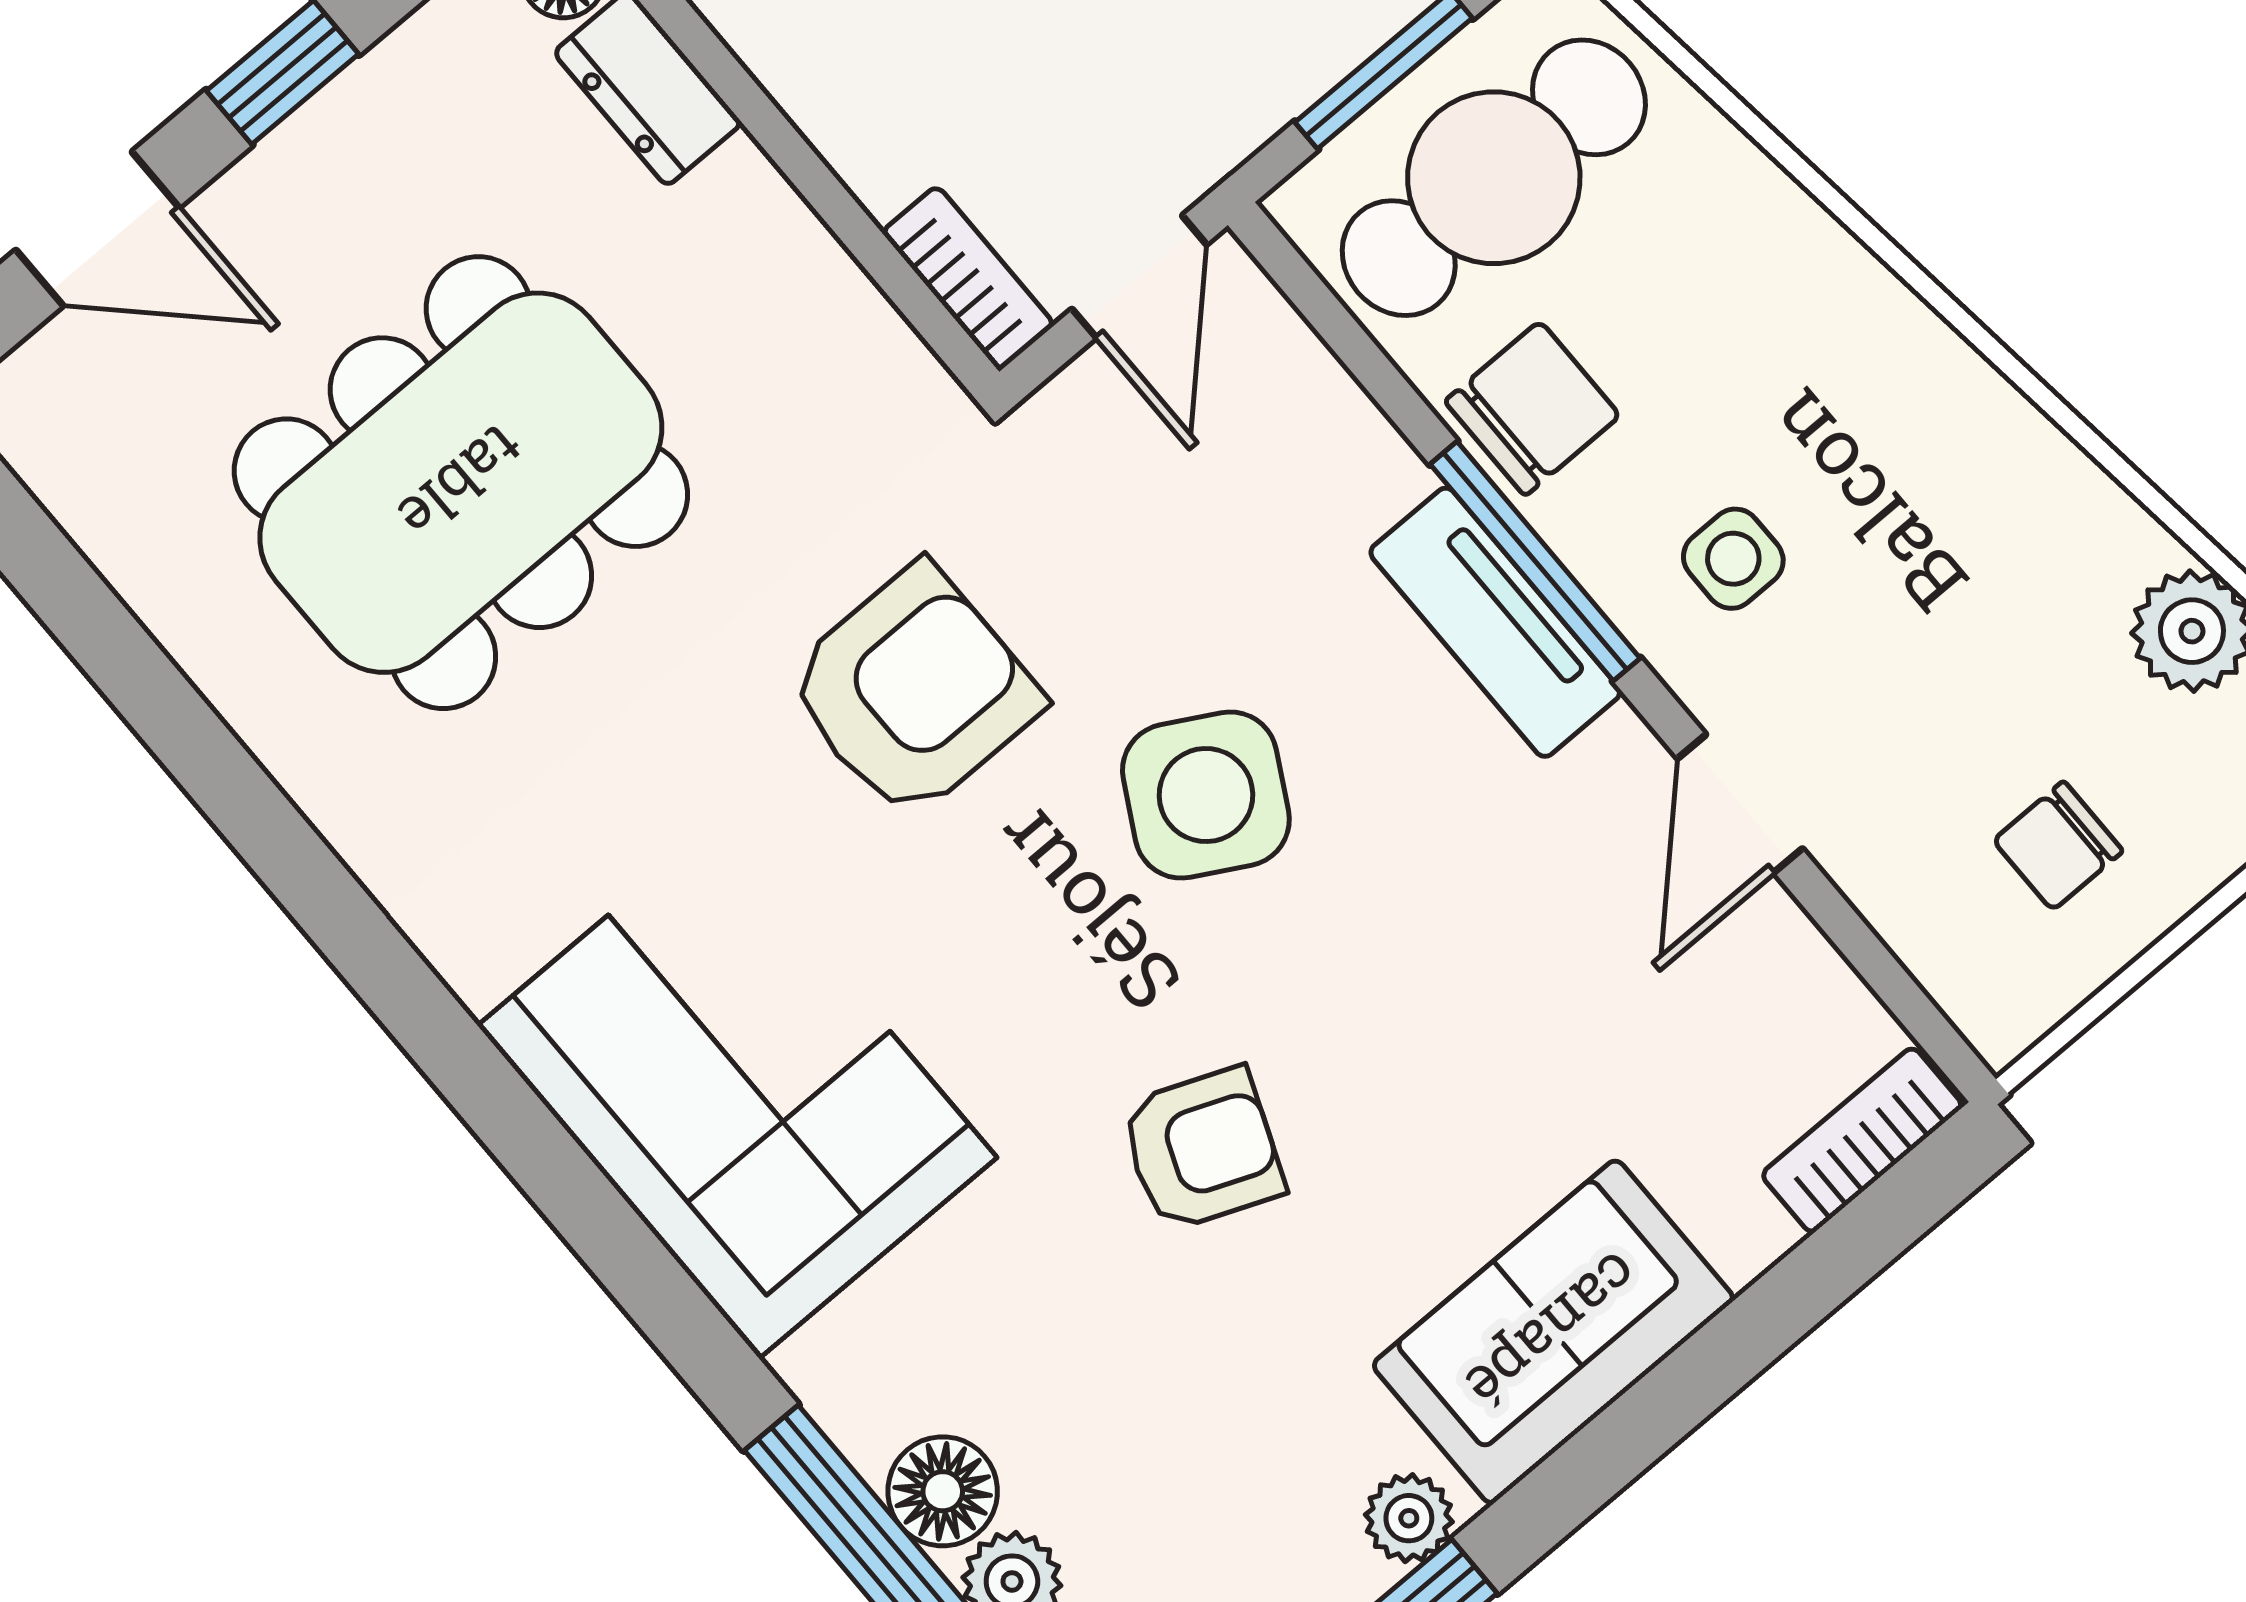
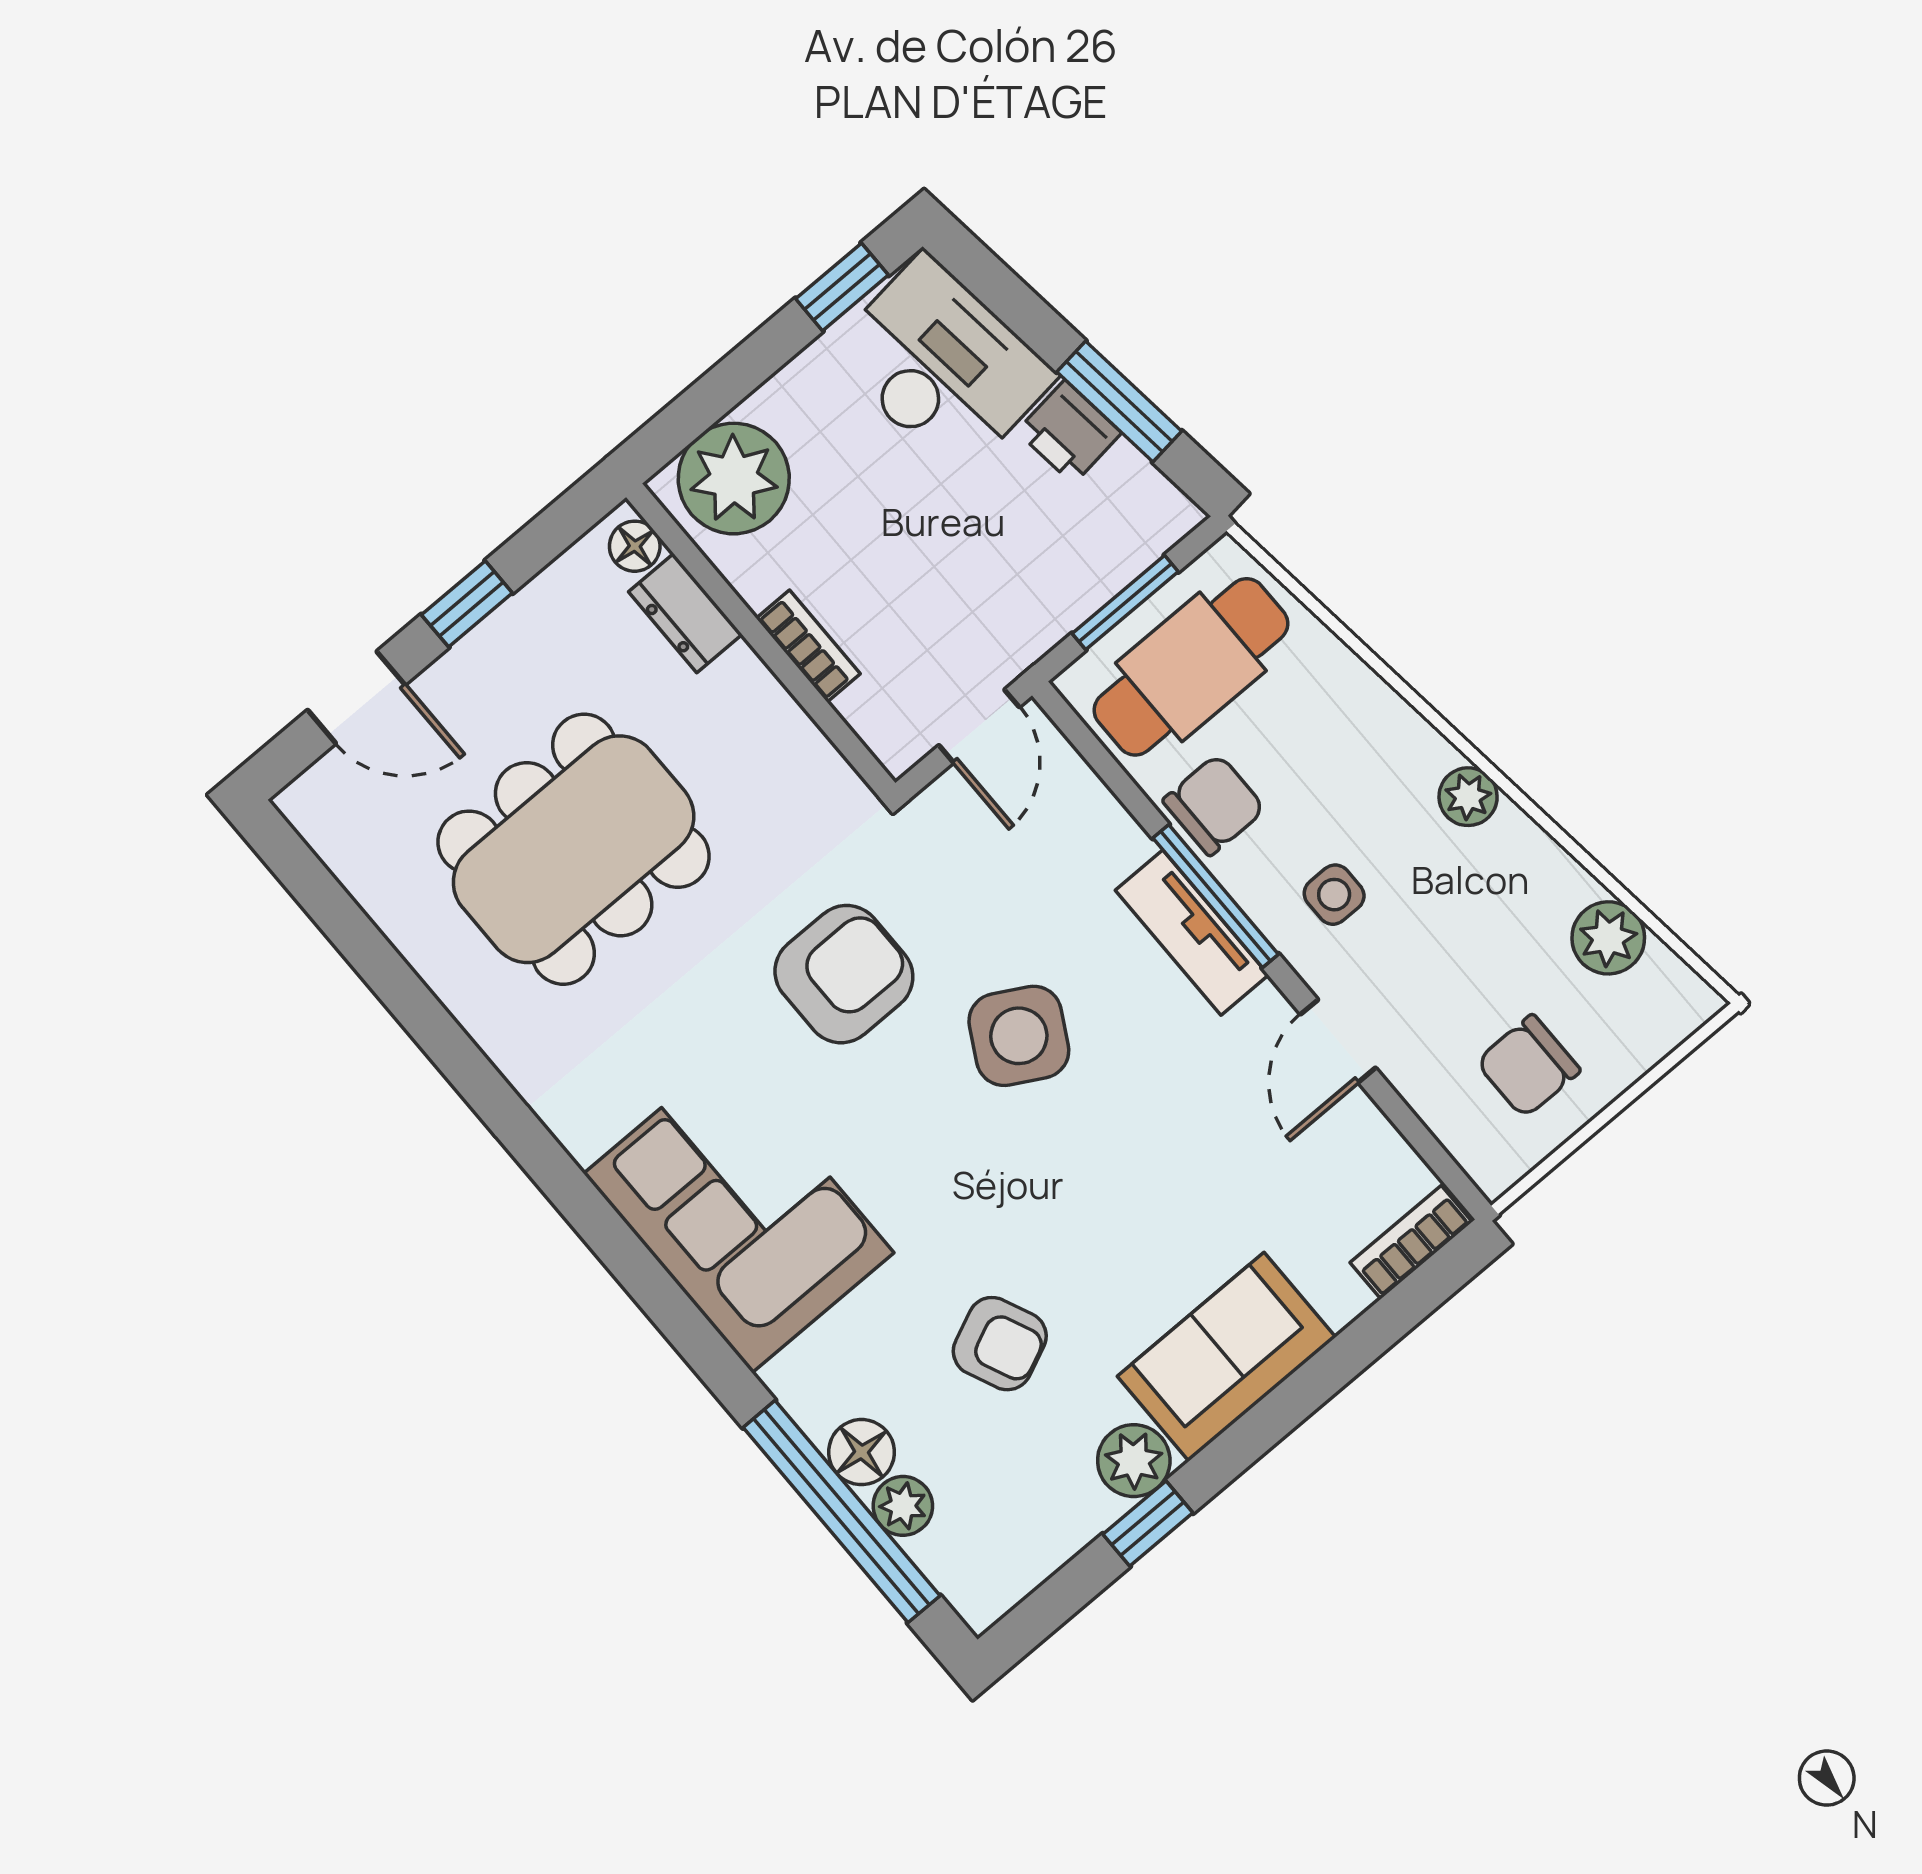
bookcase: (968, 278) -> (808, 646), moved
plant: (1957, 395) -> (1468, 797), added
chair: (2058, 846) -> (1528, 1066), width x1.37, depth x1.37
armchair: (1202, 1149) -> (1000, 1344), moved, turned 44
plant: (1409, 1518) -> (1134, 1461), width x1.38, depth x1.38

